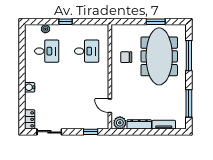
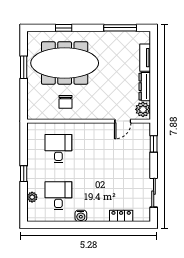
window: (189, 56) -> (64, 28), width x0.46
water cooler: (30, 87) -> (81, 216), moved
locker: (30, 119) -> (121, 216), moved

